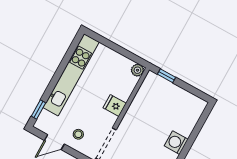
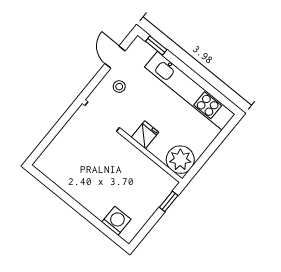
plant: (137, 70) -> (180, 160), width x1.88, depth x1.88
washing machine: (176, 143) -> (116, 221), moved

